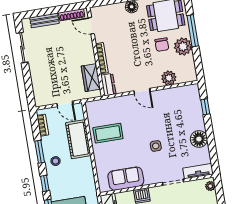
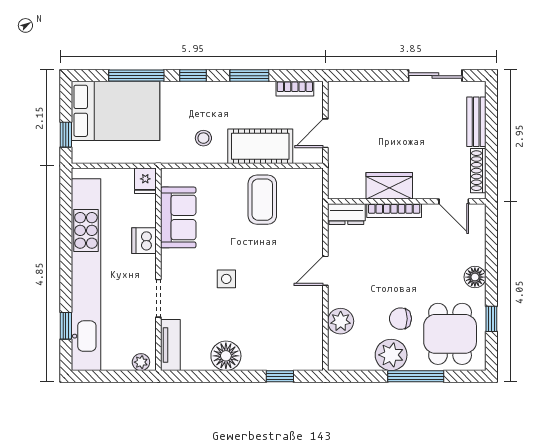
door: (91, 26) -> (454, 201), swing flipped
wardrobe: (91, 78) -> (389, 186), moved
stool: (56, 161) -> (203, 138), moved

